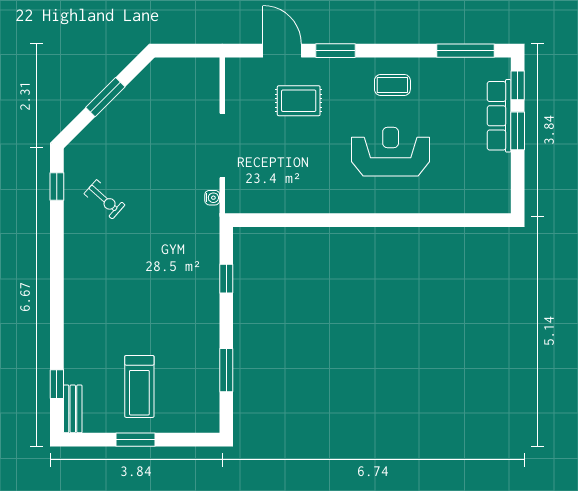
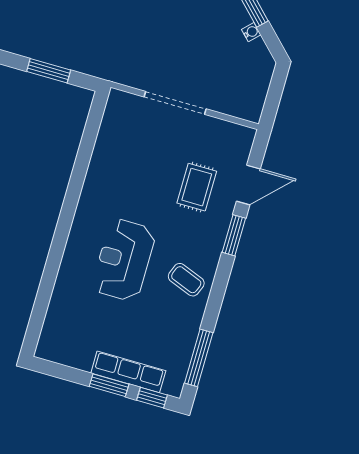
coffee table: (392, 85) -> (186, 280), turned -69
reception desk: (391, 152) -> (124, 260), turned 180
water cooler: (212, 198) -> (251, 32), moved, turned -135
window: (226, 279) -> (49, 71), width x1.50

